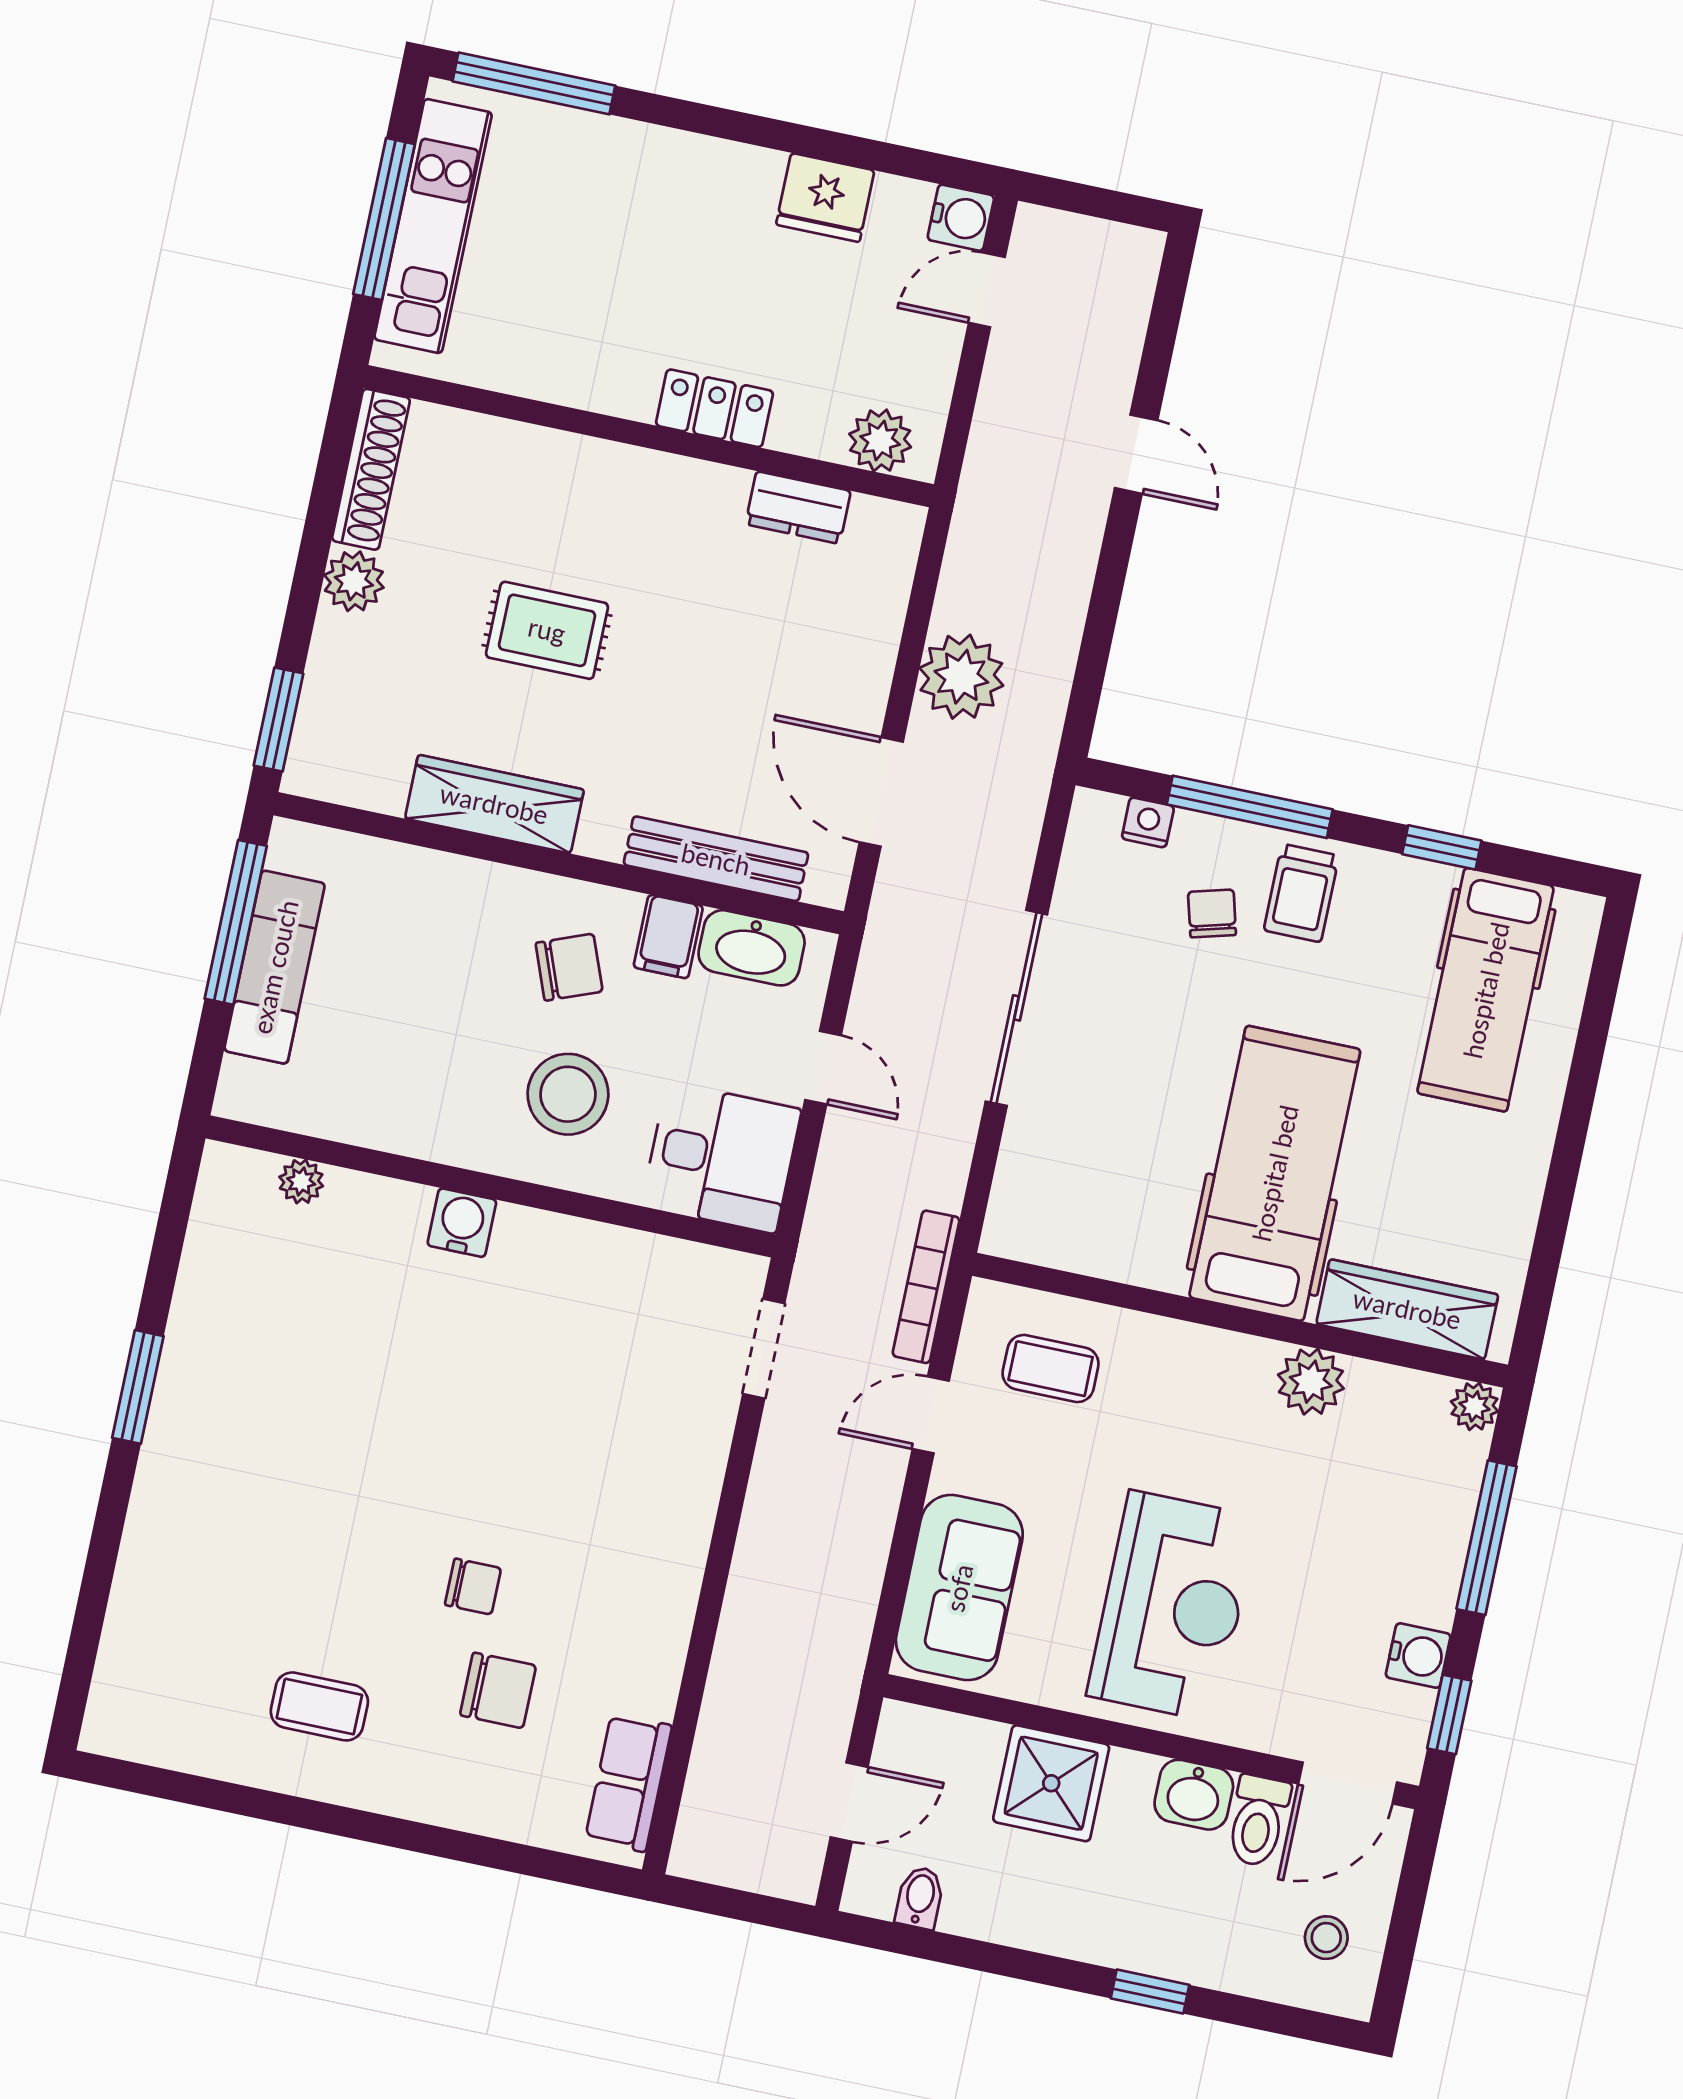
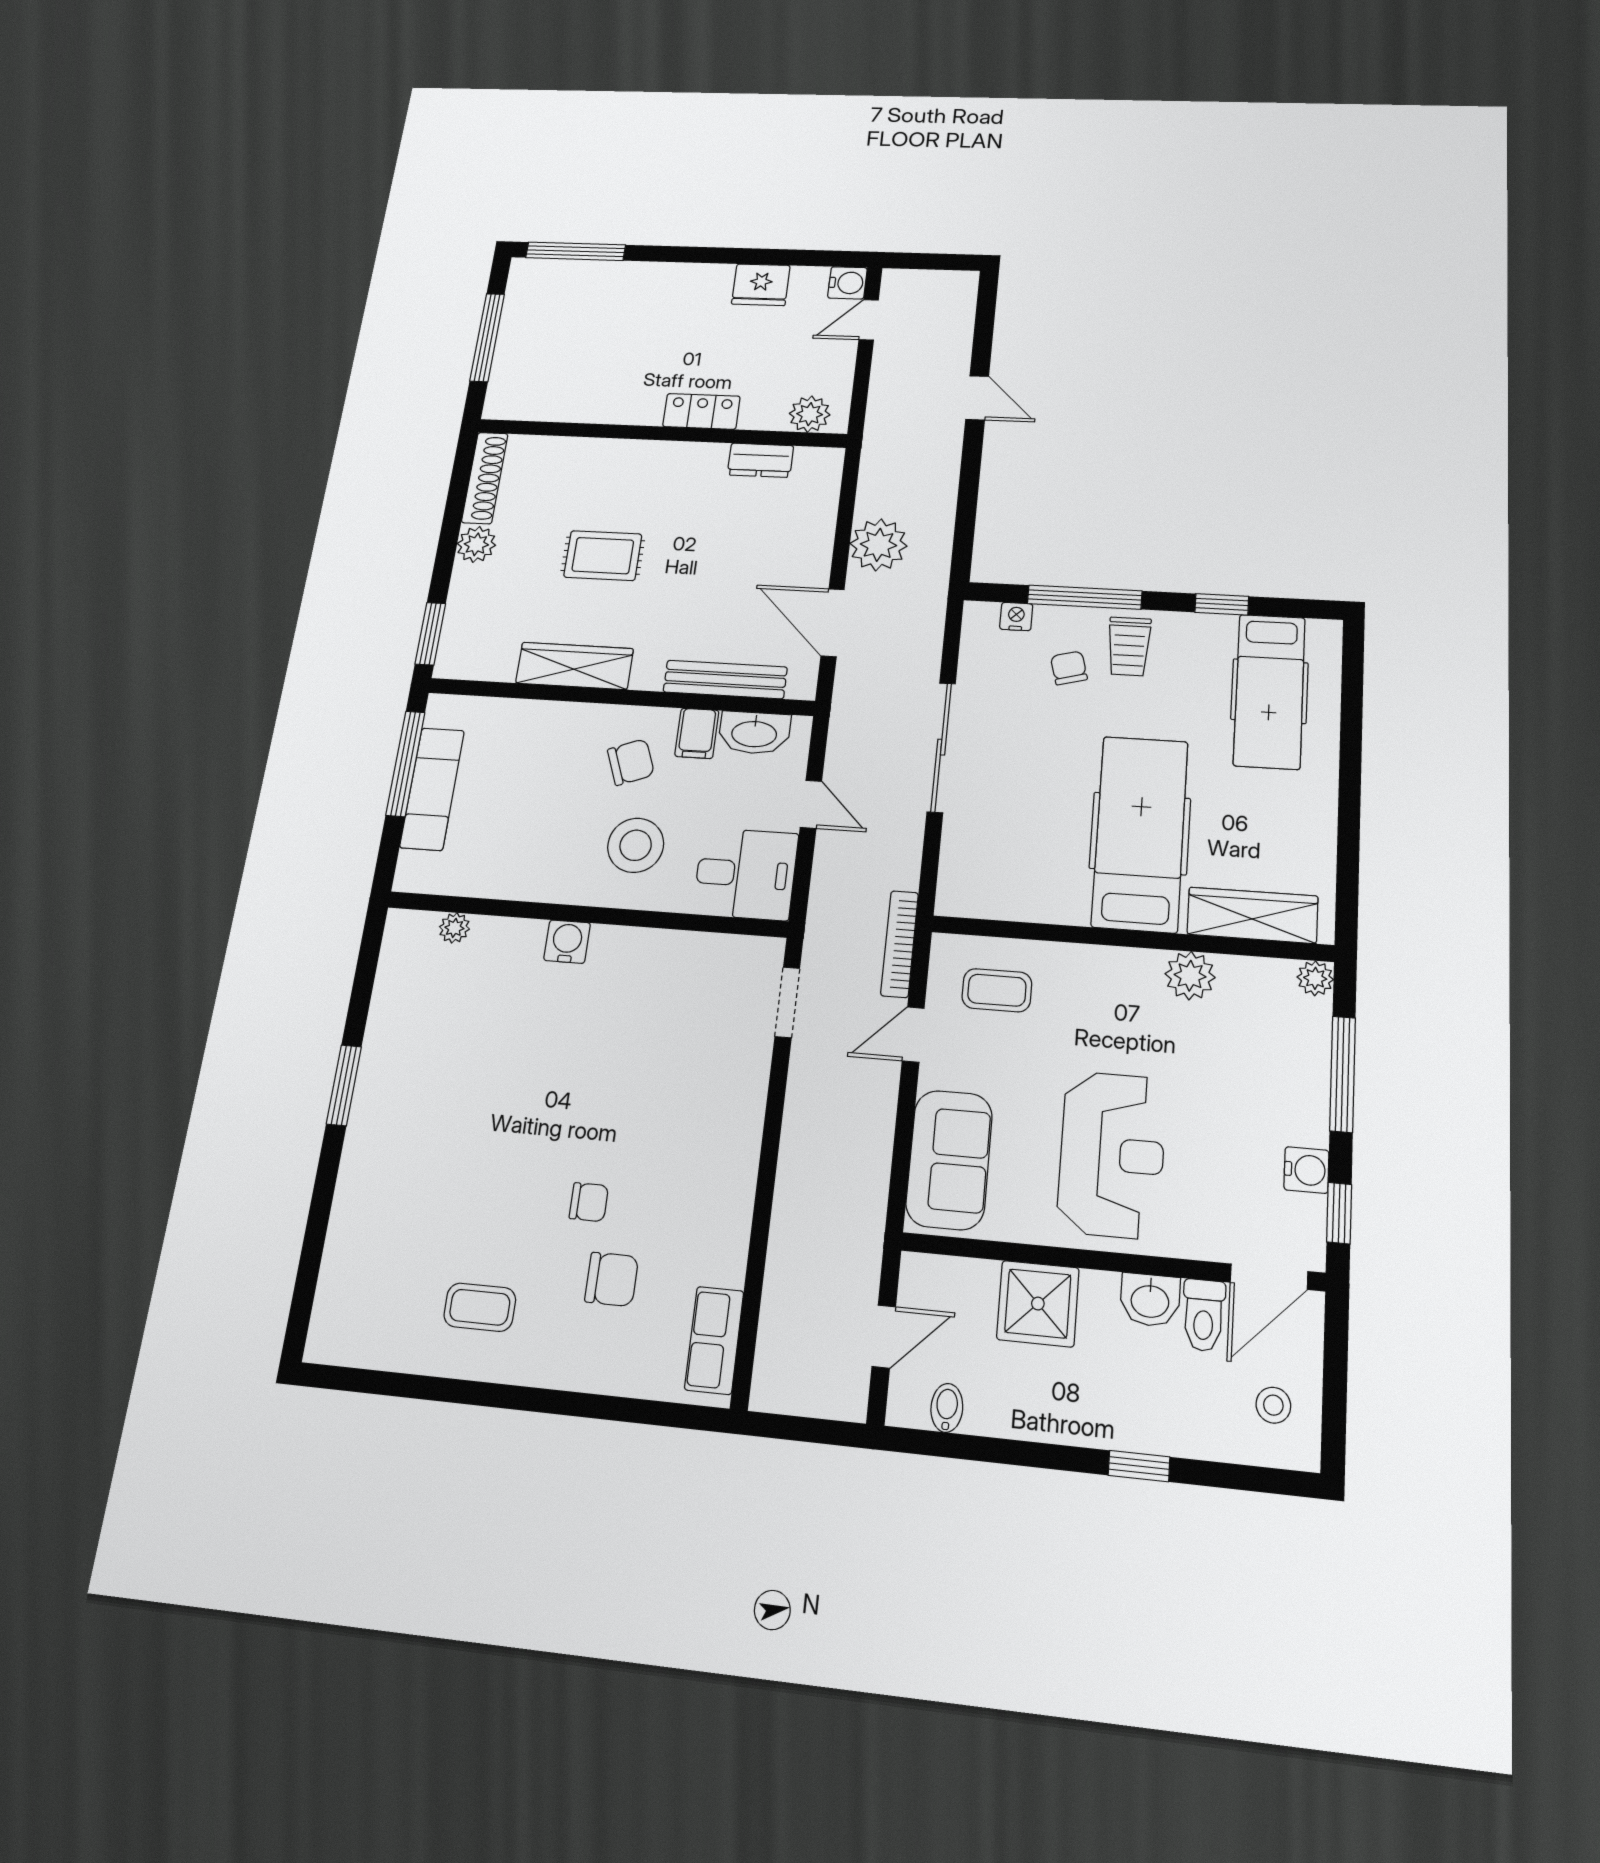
kitchen unit: (433, 226) -> (518, 337), removed

